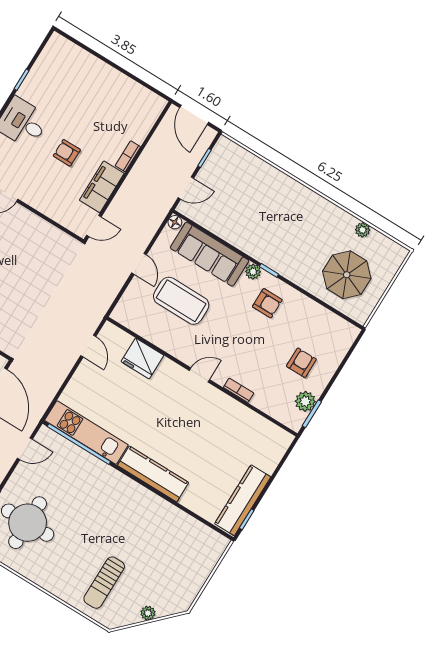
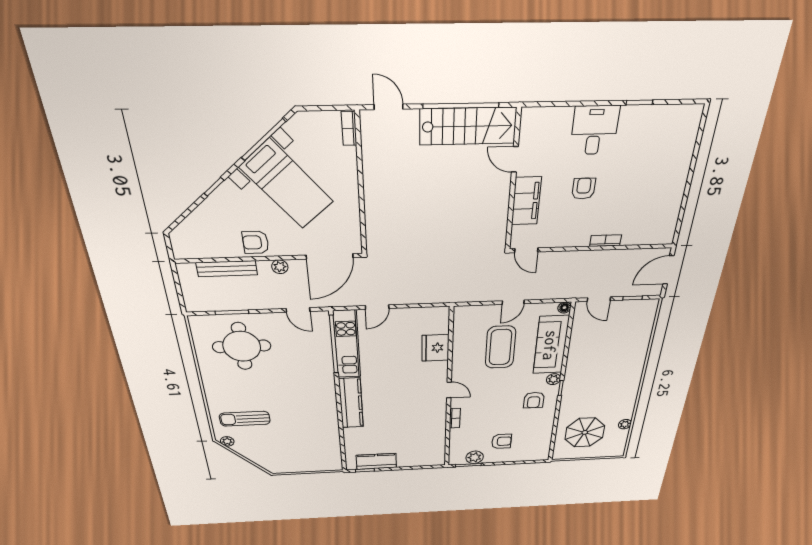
filing cabinet: (102, 187) -> (526, 201), moved, turned 90
door: (88, 346) -> (377, 307), moved
kitchen counter: (243, 500) -> (376, 461), width x0.67
plant: (148, 613) -> (227, 441), moved

